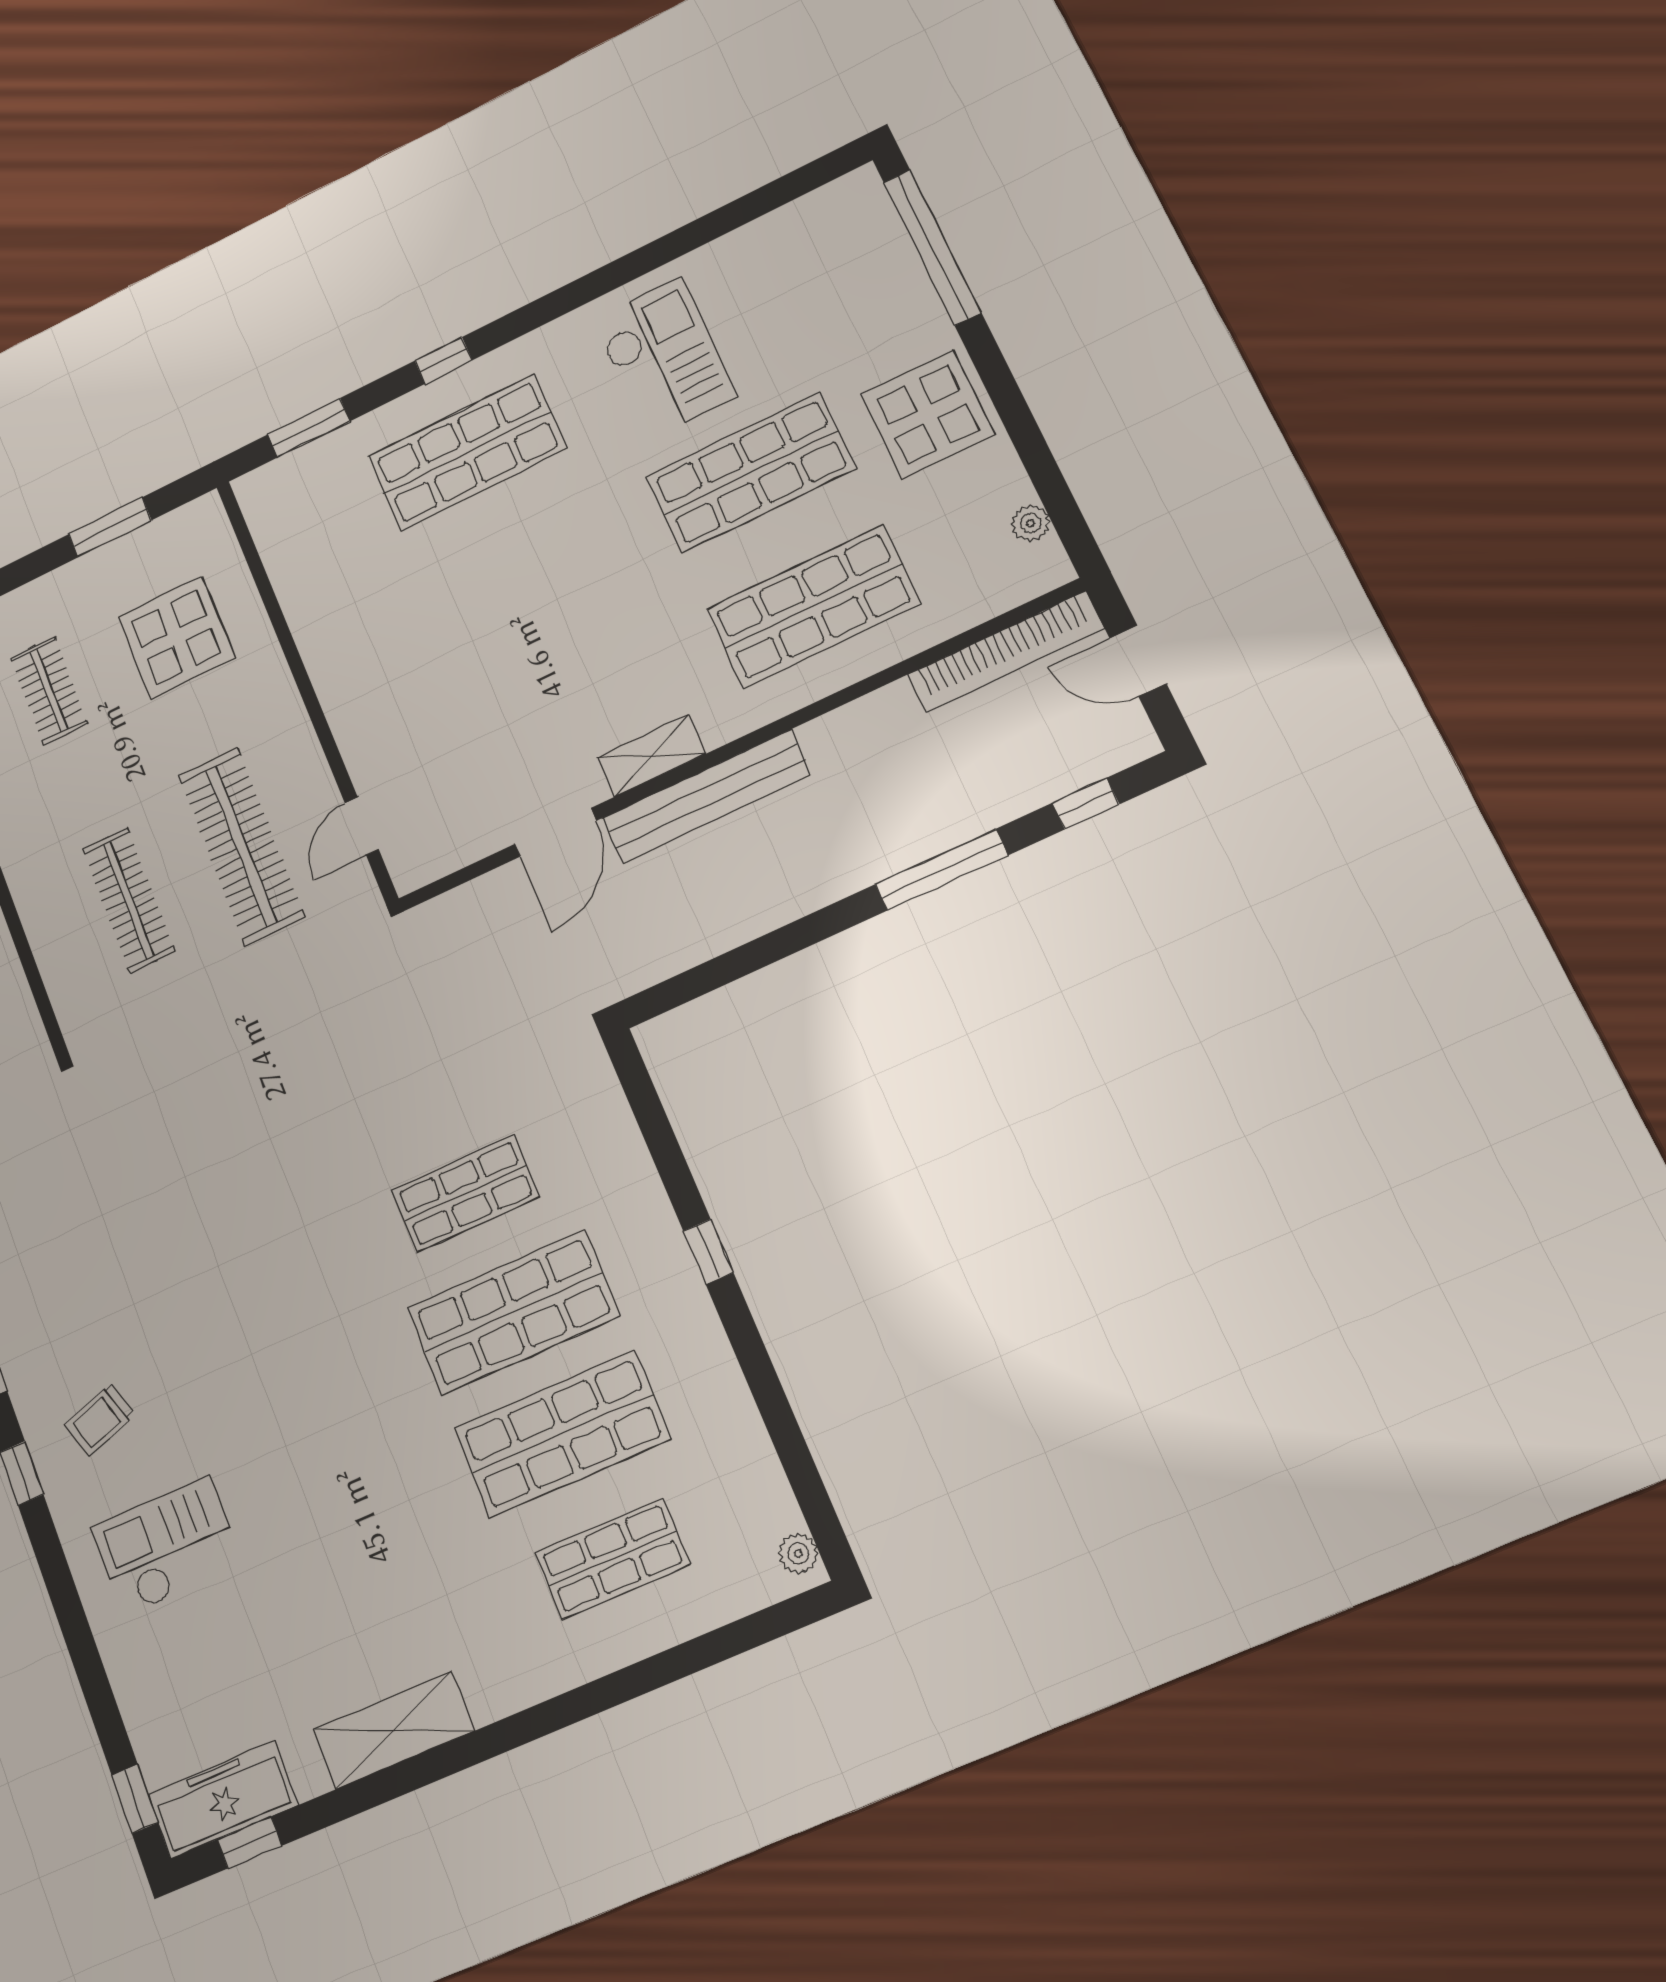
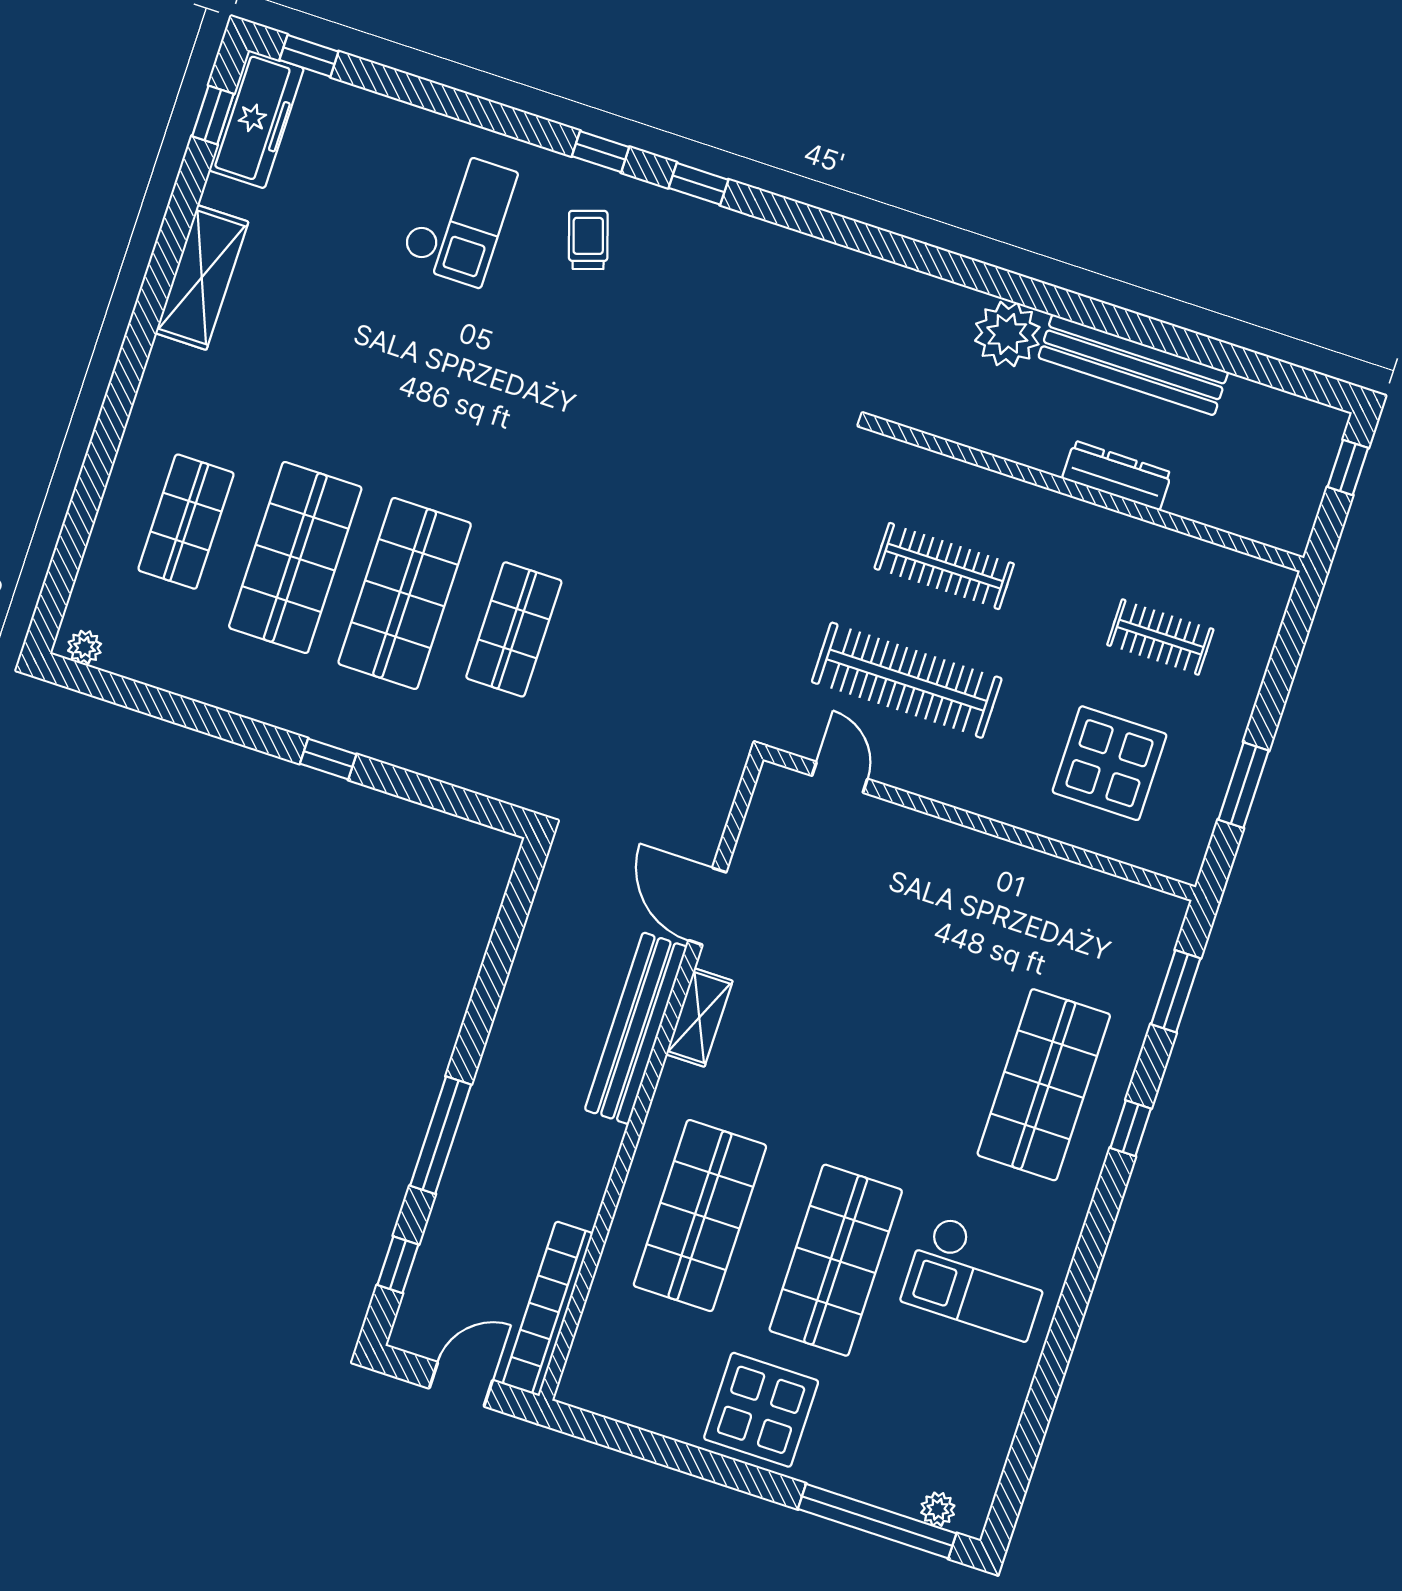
plant: (1031, 523) -> (938, 1509), moved

